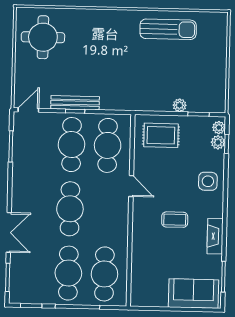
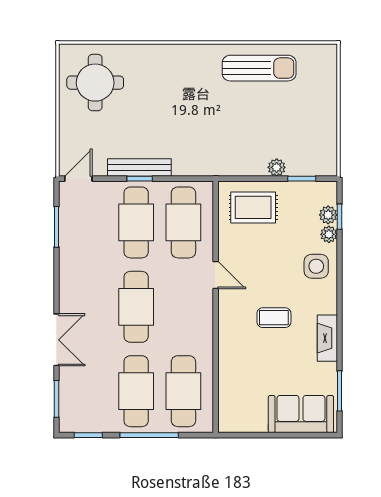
plant: (219, 128) -> (329, 234), moved

